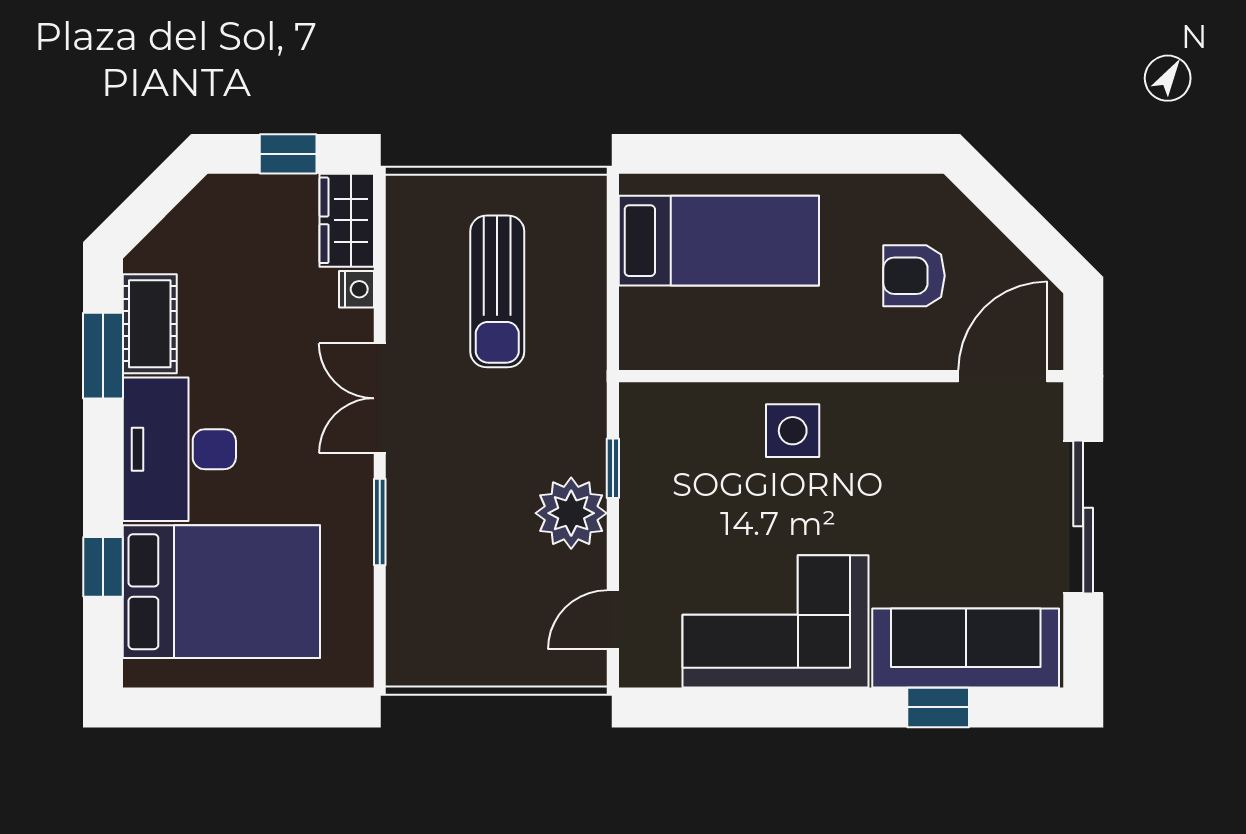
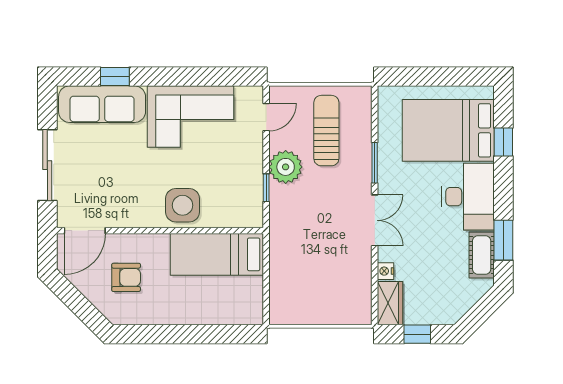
bed: (719, 241) -> (217, 254), moved
sun lounger: (497, 291) -> (326, 131), moved
side table: (793, 431) -> (183, 205), width x1.37, depth x1.37

